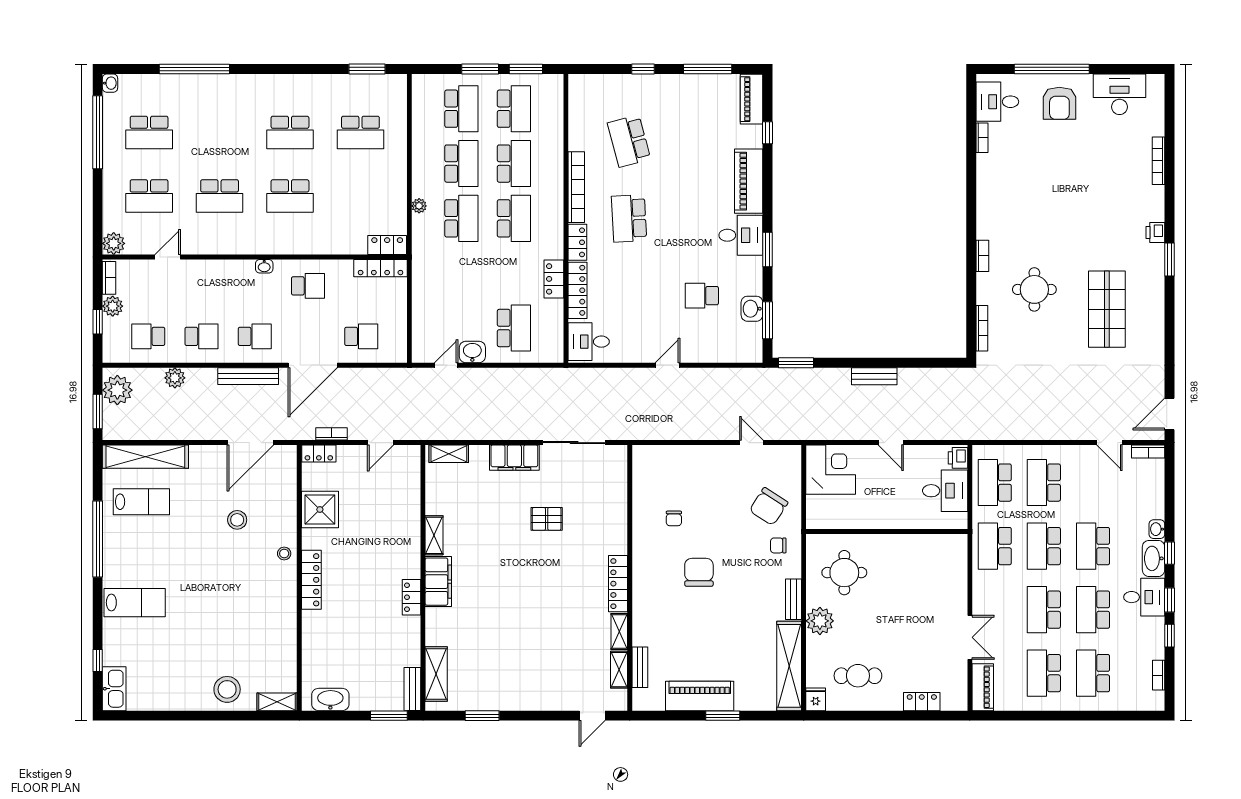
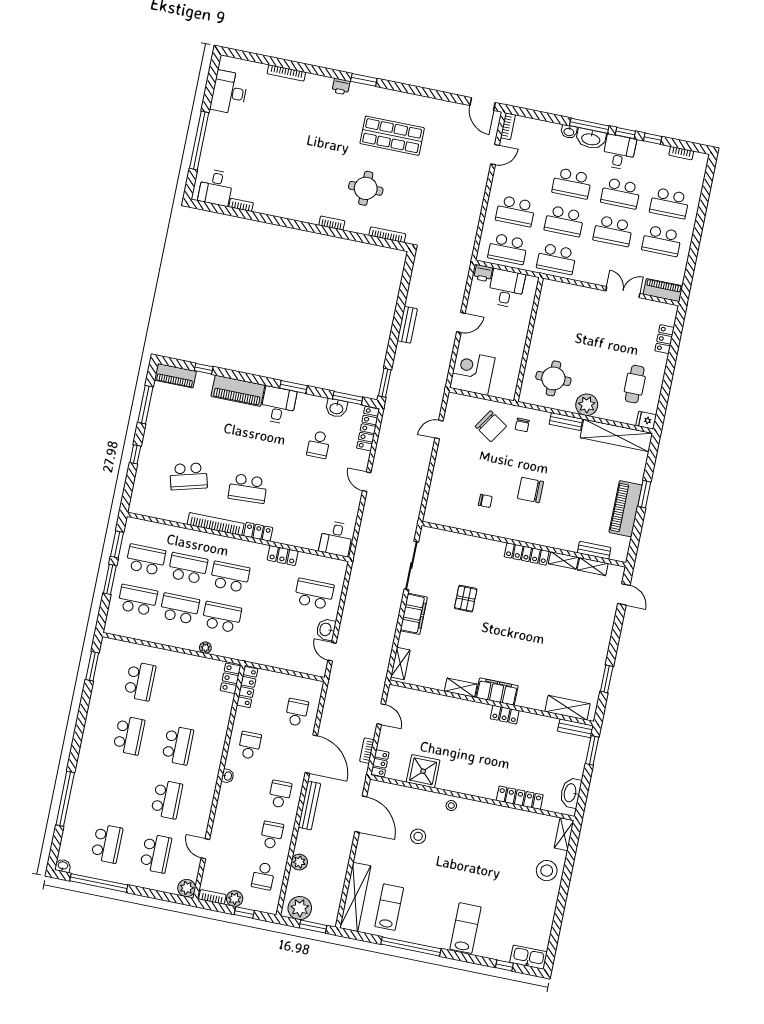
armchair: (1059, 103) -> (227, 140), removed
locker: (578, 290) -> (368, 429), moved, turned -90
window: (1169, 553) -> (589, 126), width x2.17
locker: (311, 580) -> (520, 798), moved

